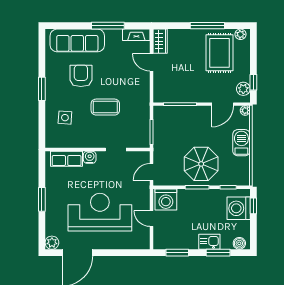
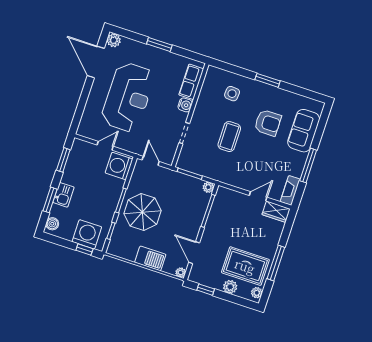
sofa: (77, 40) -> (304, 131), width x0.73
plant: (243, 89) -> (230, 287), moved
plant: (158, 111) -> (208, 187), added

